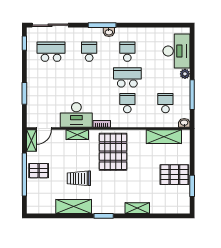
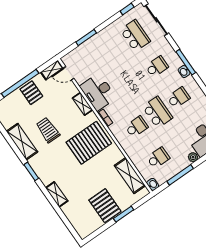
window: (192, 186) -> (124, 214), moved

